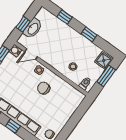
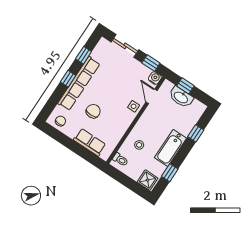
window: (89, 34) -> (170, 173), moved
bathtub: (77, 39) -> (170, 148), added
window: (106, 76) -> (130, 183), removed
chair: (44, 88) -> (93, 111), moved
row of seats: (69, 109) -> (90, 142), added

